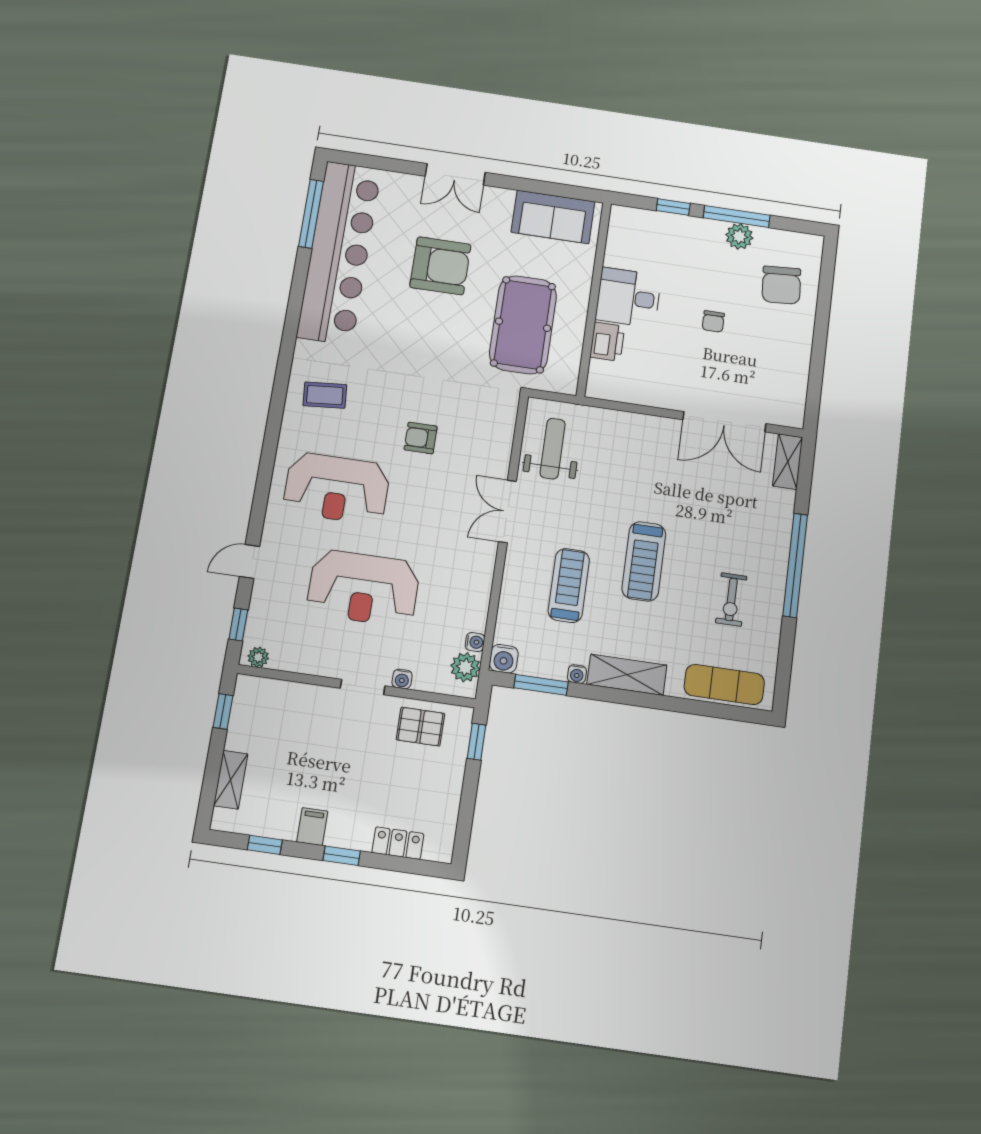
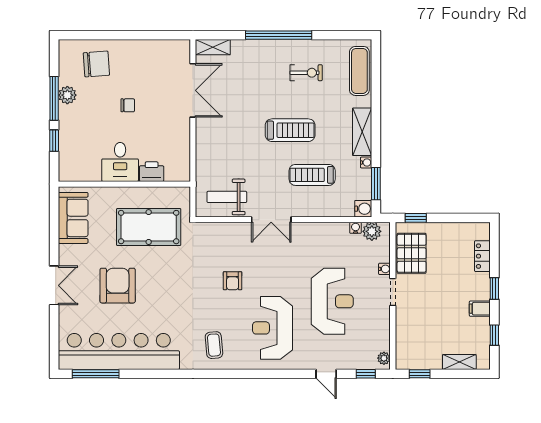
reception desk: (337, 488) -> (272, 328), turned 180
pallet: (420, 727) -> (412, 253), width x1.50, depth x1.42

